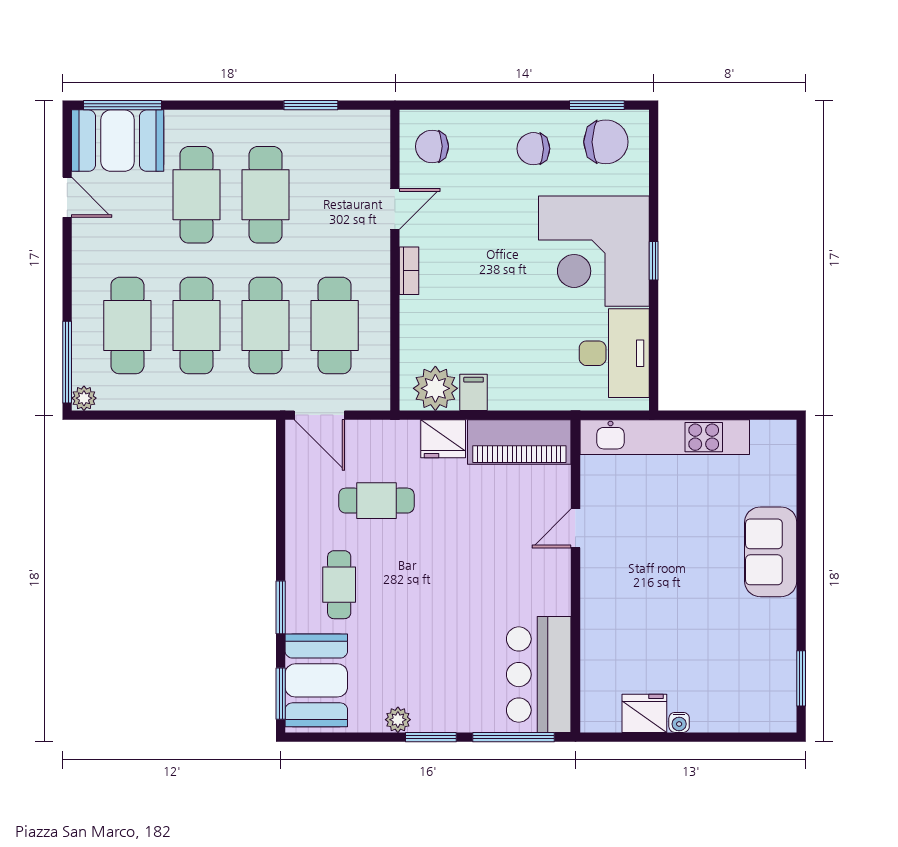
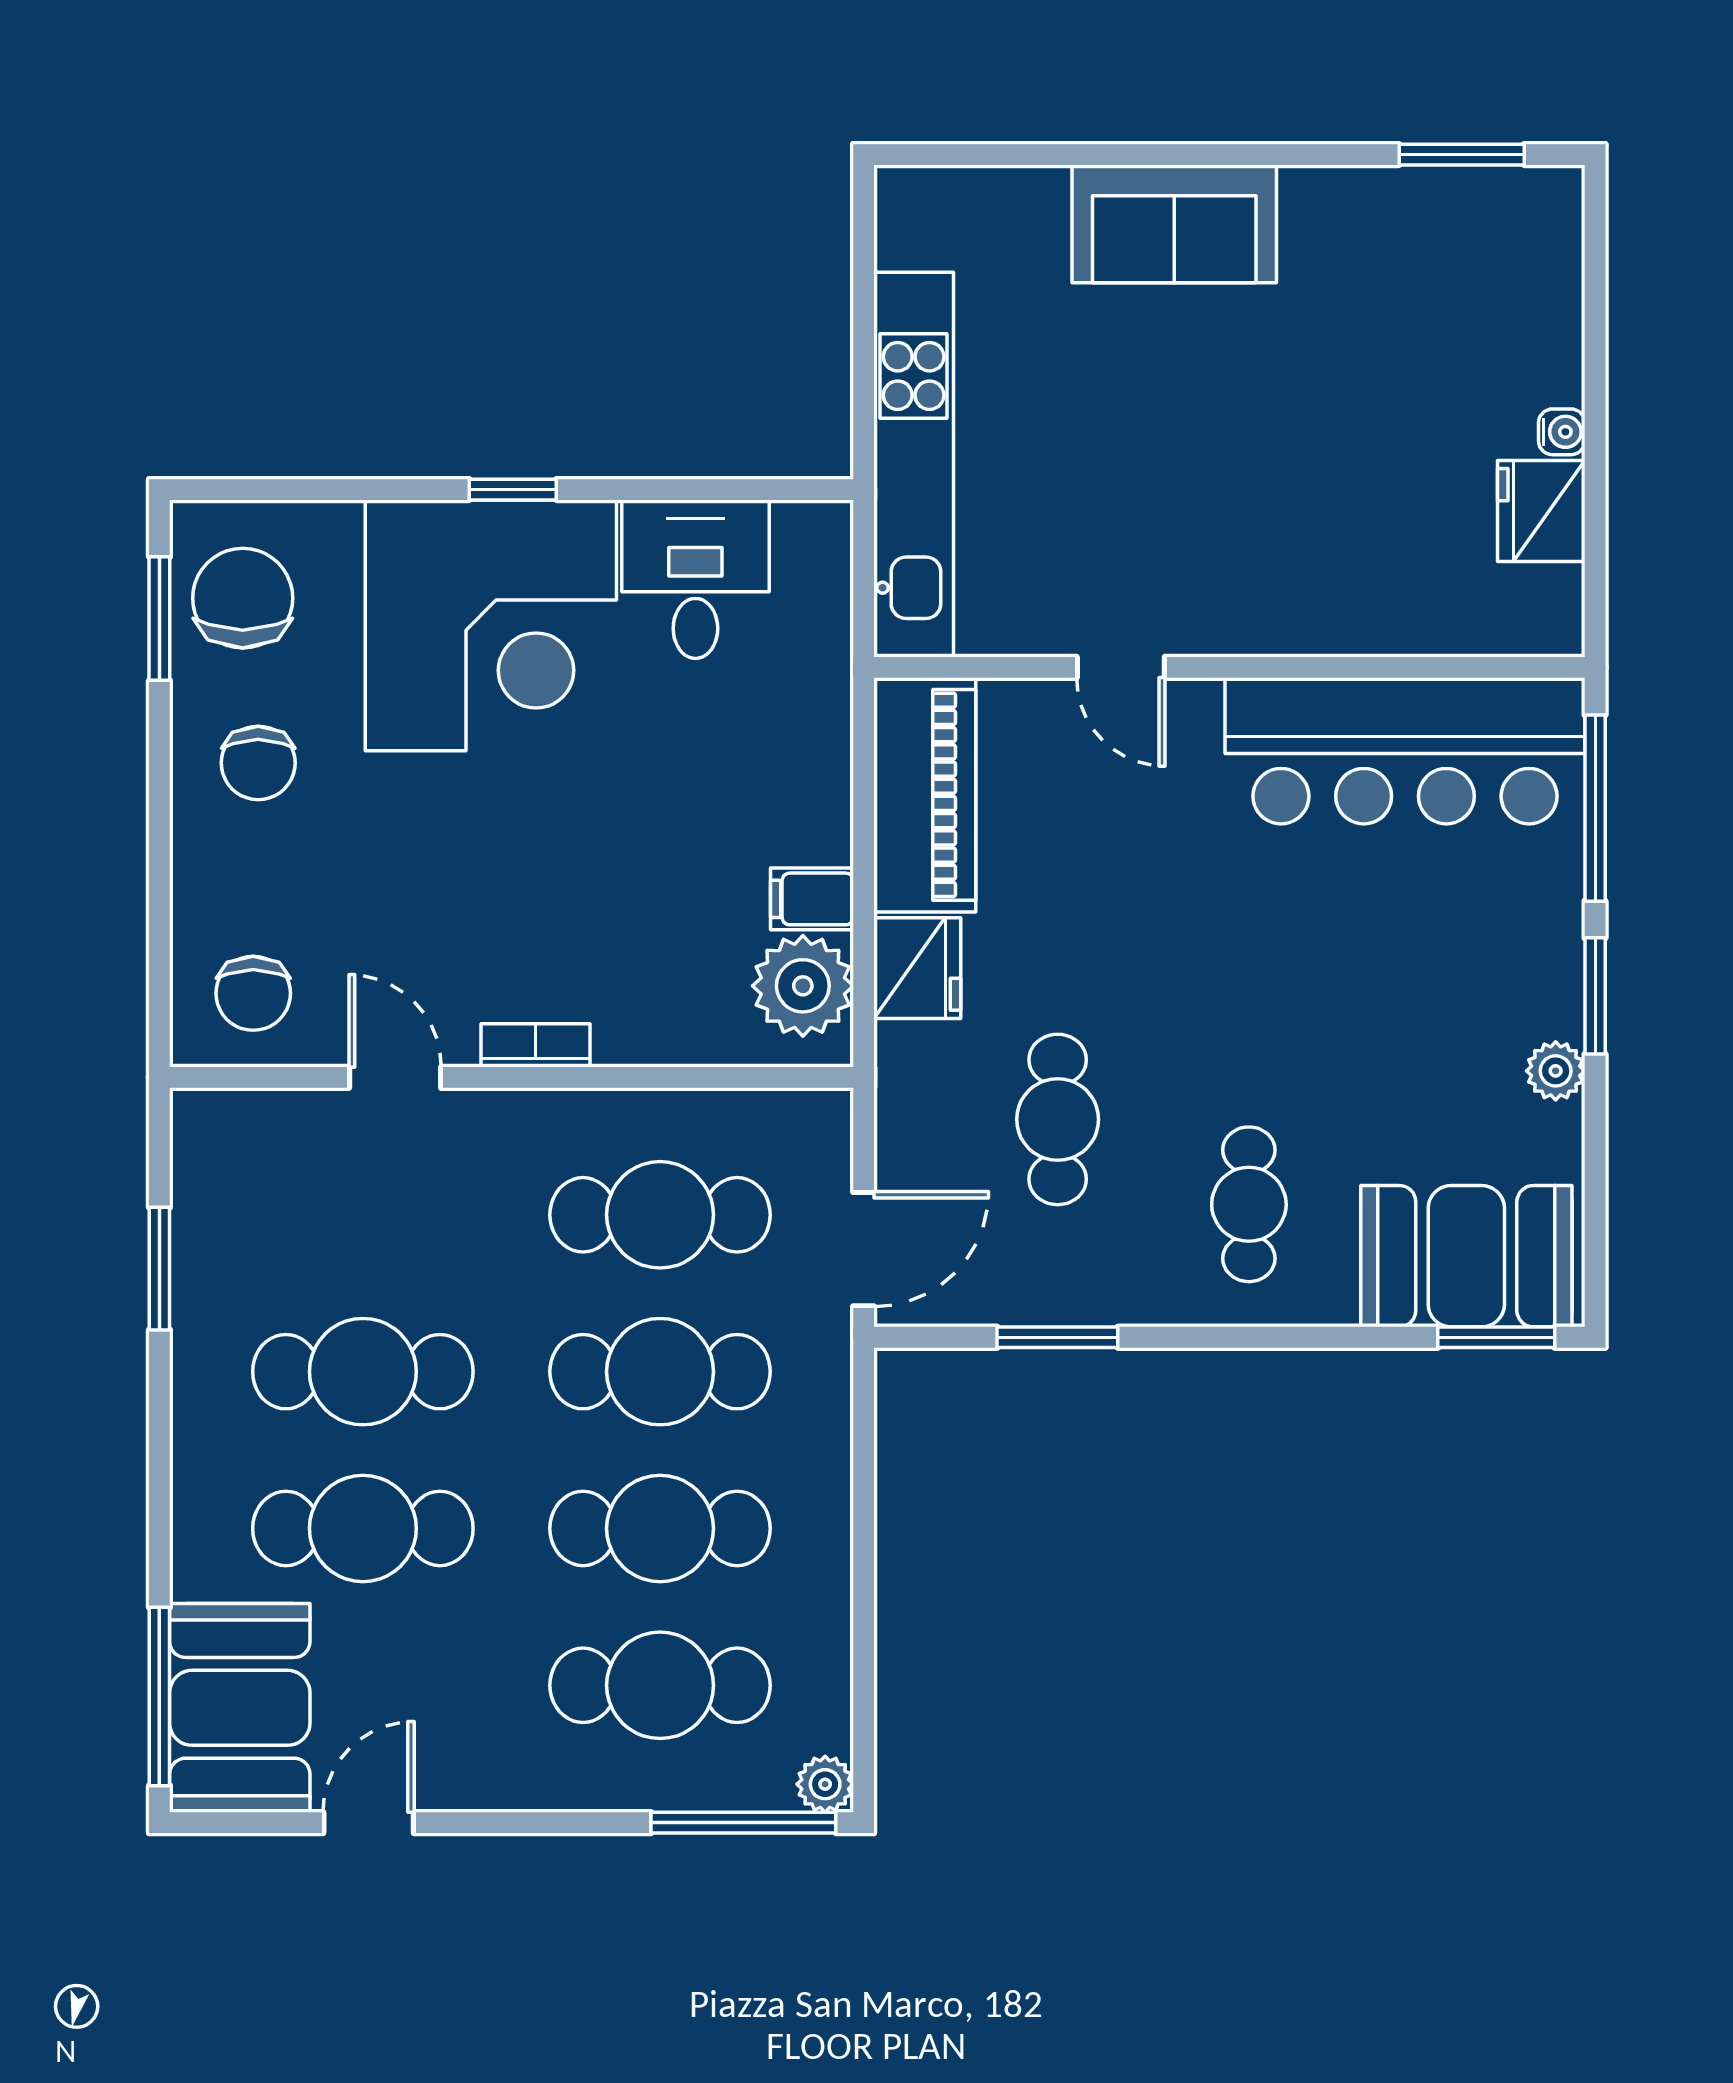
desk: (614, 353) -> (695, 579), width x0.73
cafe table: (339, 585) -> (1249, 1204), turned 90
window: (281, 607) -> (1057, 1337), moved
bar counter: (539, 675) -> (1405, 751), width x1.36

